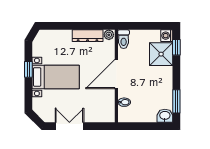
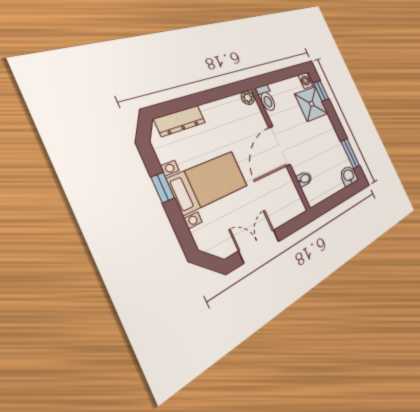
dresser: (88, 36) -> (180, 121), moved

